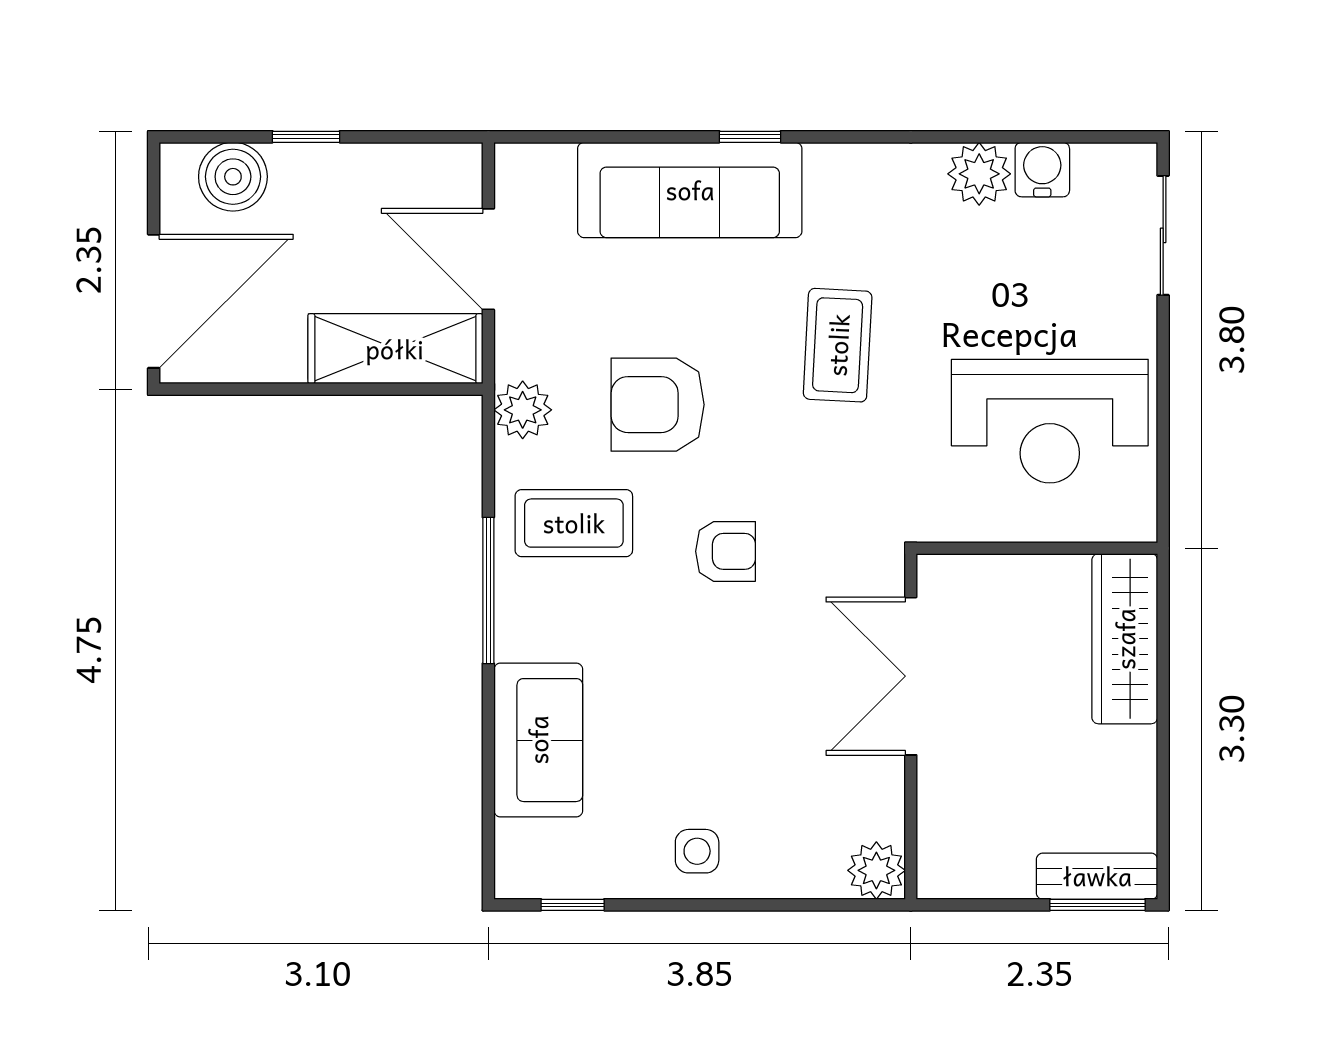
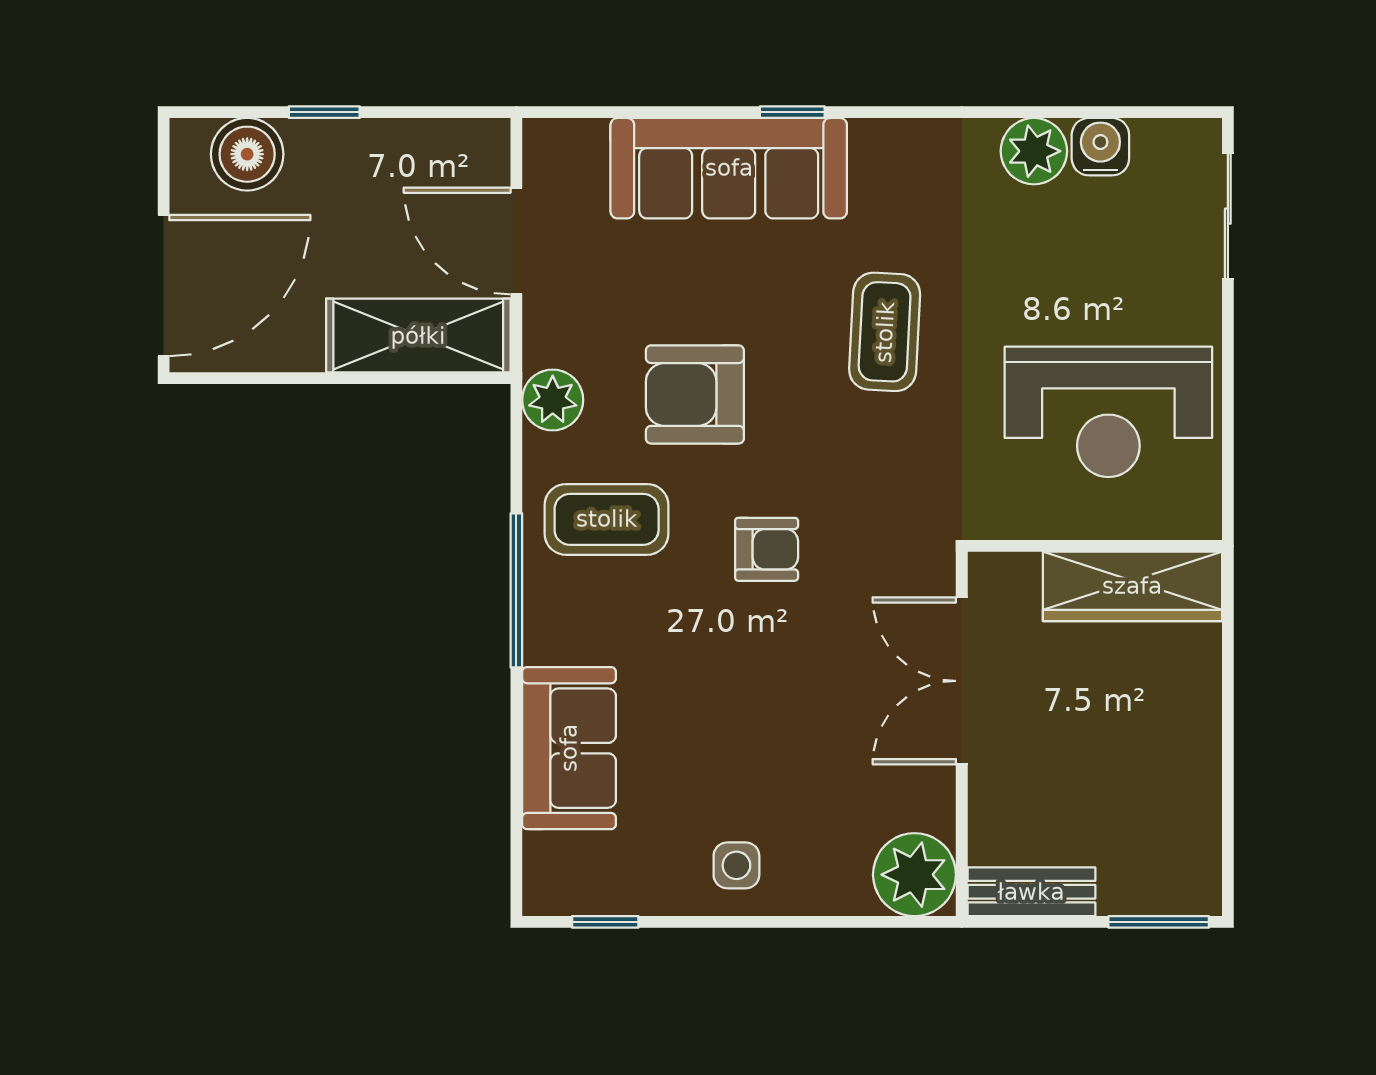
wardrobe: (1125, 639) -> (1132, 586), moved, turned -90
plant: (876, 870) -> (914, 875), width x1.36, depth x1.36
bench: (1097, 876) -> (1031, 892), moved

